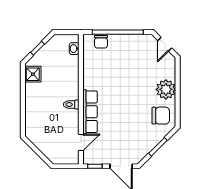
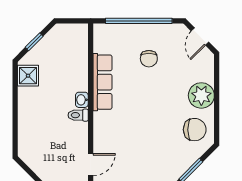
chair: (101, 42) -> (149, 59), moved
washbasin: (74, 49) -> (82, 100), moved
row of seats: (90, 112) -> (103, 82), moved

